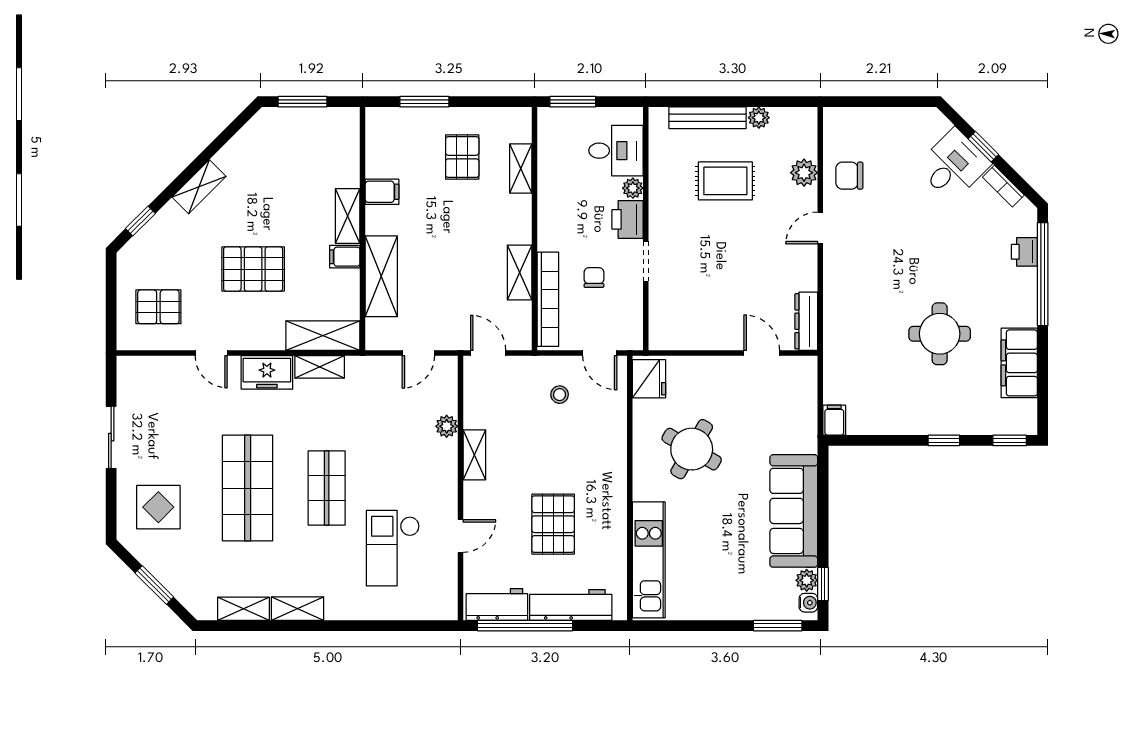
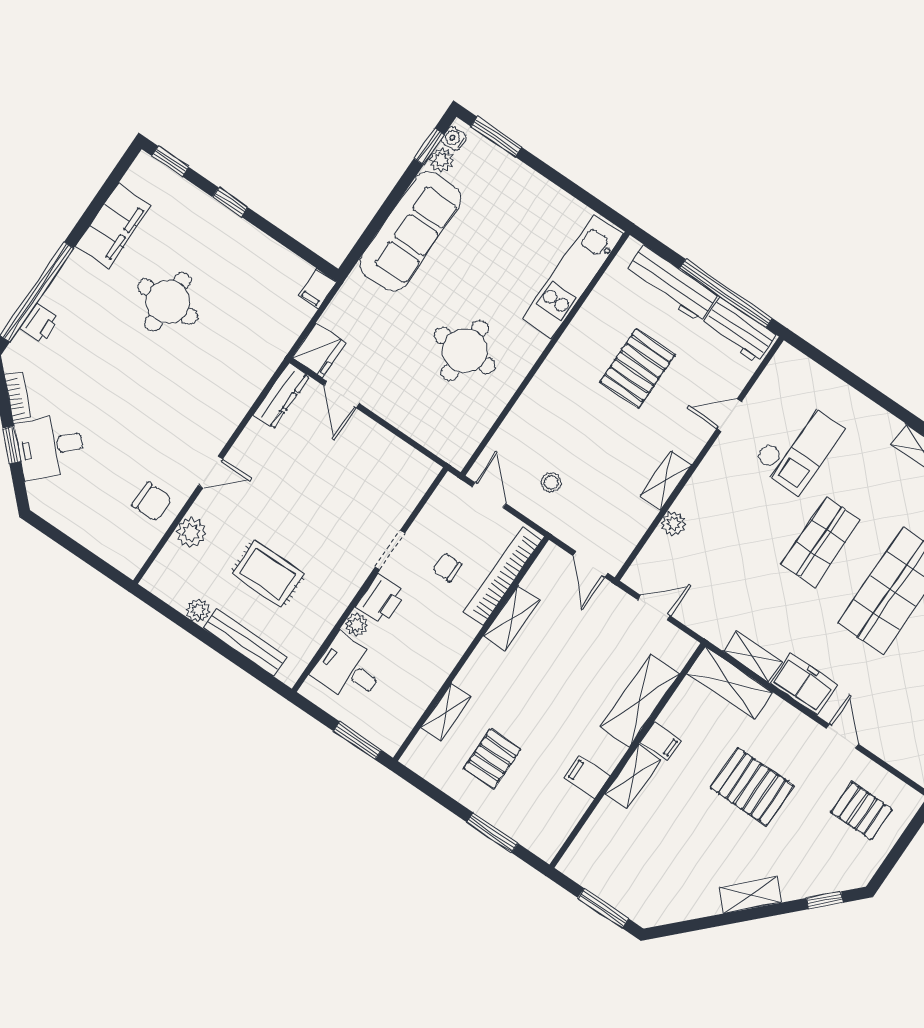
chair: (594, 278) -> (447, 567), turned 90
fridge: (649, 379) -> (319, 350), moved, turned 180
round table: (692, 449) -> (465, 351), turned -30

